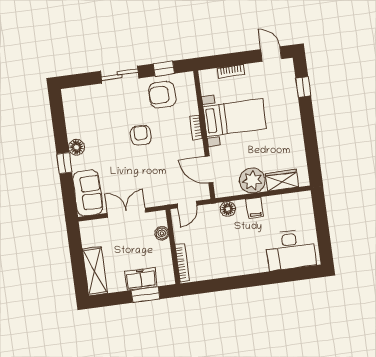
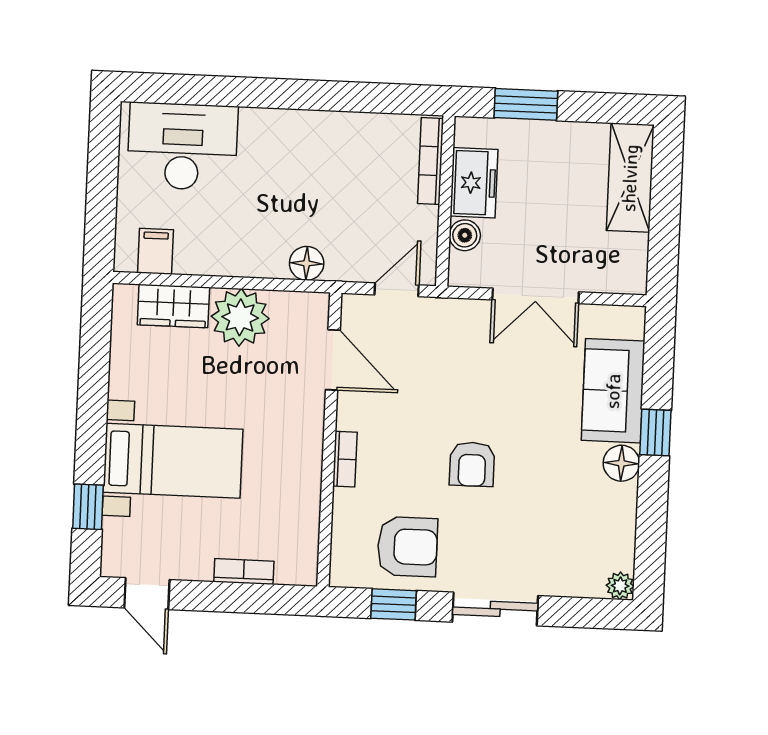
plant: (68, 94) -> (620, 586), added
bed with nightstands: (235, 118) -> (173, 461), moved, turned 180
sofa: (88, 193) -> (613, 391), moved
filing cabinet: (255, 208) -> (155, 251), moved
freezer: (141, 279) -> (474, 183), moved, turned -90

